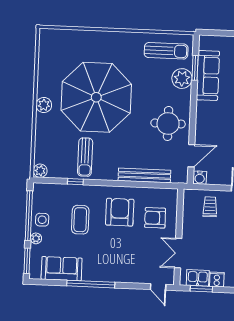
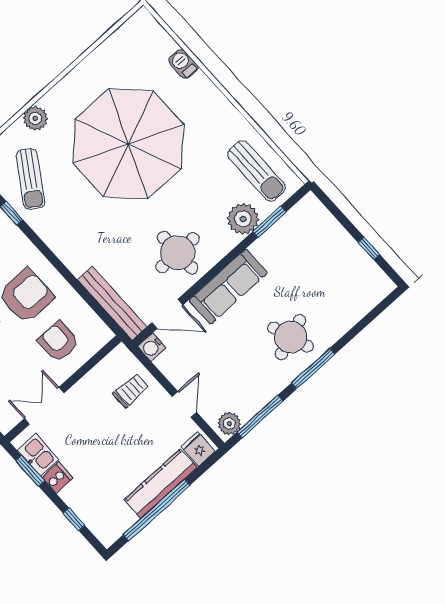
barbecue: (84, 36) -> (183, 64), added
sofa: (208, 75) -> (228, 287), moved
plant: (44, 105) -> (35, 118), moved
sun lounger: (85, 157) -> (30, 179), moved, turned -57
bench: (144, 175) -> (112, 303), moved

